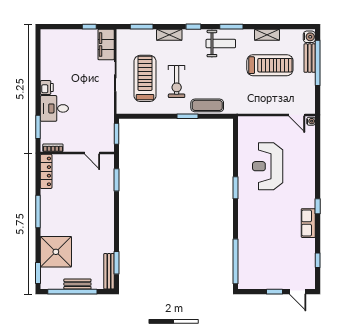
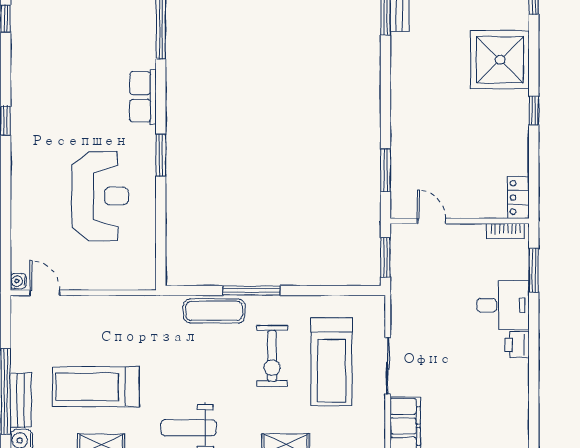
exercise bike: (177, 82) -> (272, 356), turned 180
window: (188, 116) -> (251, 290), width x1.44
locker: (46, 171) -> (518, 197), width x0.66
window: (38, 212) -> (534, 111), width x0.46
row of seats: (308, 223) -> (143, 97), moved, turned 180
shower: (56, 252) -> (500, 60), moved

